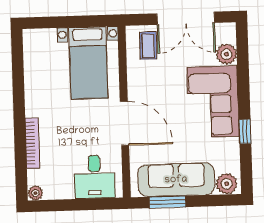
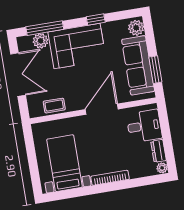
coffee table: (148, 46) -> (54, 106), moved
window: (243, 62) -> (45, 28), added
bed with nightstands: (88, 63) -> (64, 163), moved, turned -90
bookcase: (32, 143) -> (110, 178), moved
dresser: (59, 191) -> (158, 151), added

